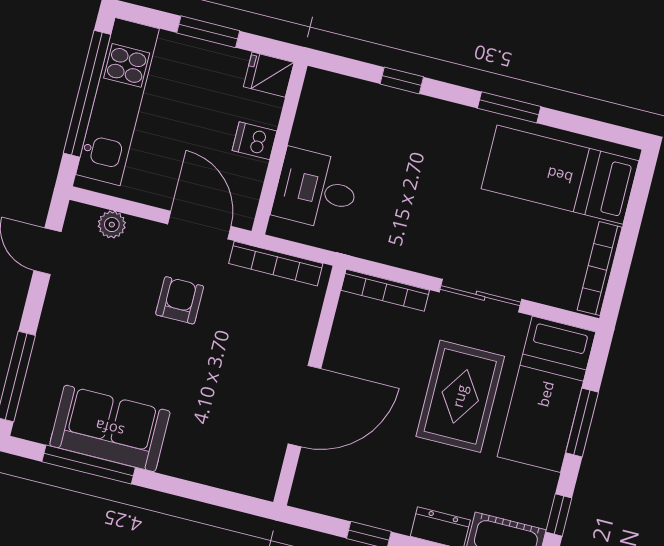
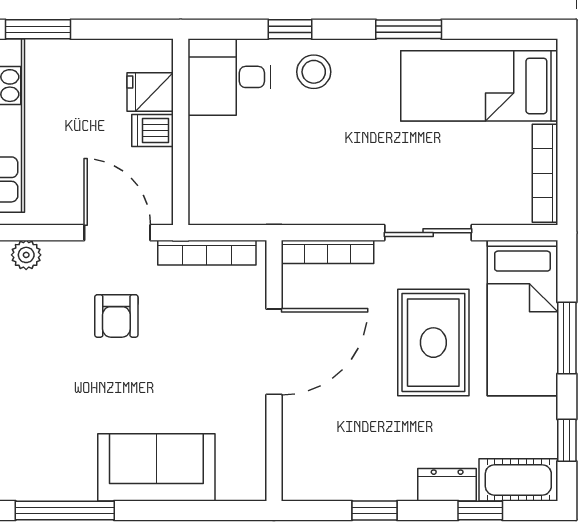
window: (208, 32) -> (38, 29), moved
fridge: (269, 75) -> (150, 92), moved
stool: (414, 124) -> (314, 72), added
desk: (316, 190) -> (230, 77), moved
armchair: (180, 300) -> (116, 316), turned 180
door: (305, 406) -> (274, 352), moved
sofa: (110, 428) -> (156, 467), moved

